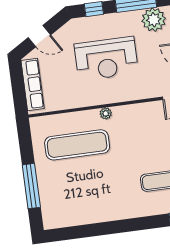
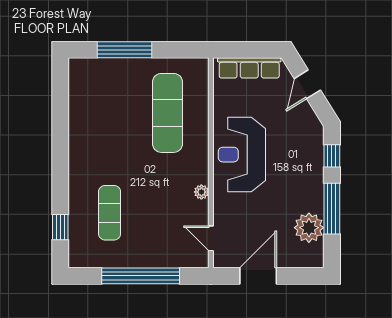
reception desk: (106, 59) -> (242, 155), moved
plant: (106, 113) -> (201, 192), moved

